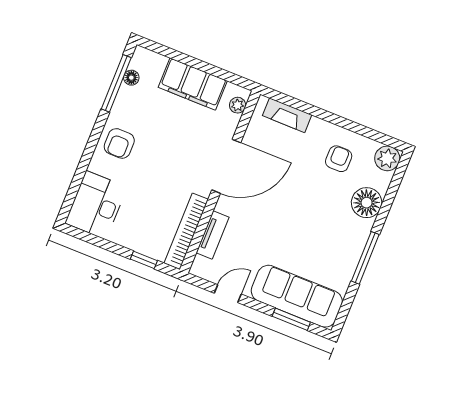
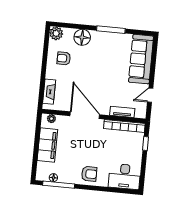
door: (228, 294) -> (150, 95), hinge flipped
window: (291, 319) -> (154, 58), removed

